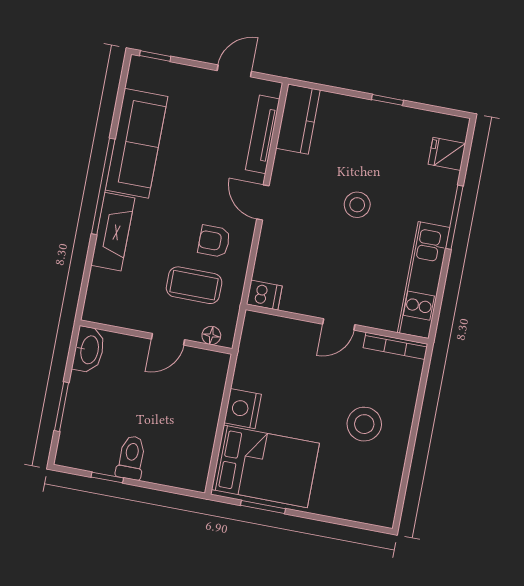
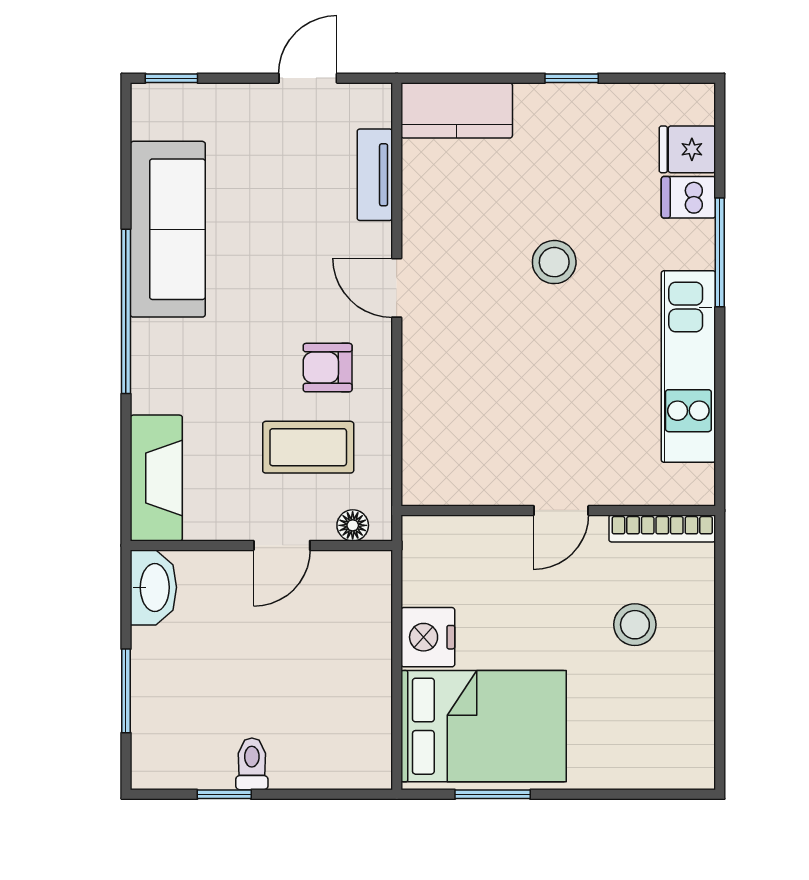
kitchen counter: (298, 119) -> (457, 110), moved, turned 90
tv unit: (263, 134) -> (375, 175), width x0.71
fireplace: (113, 232) -> (156, 478), moved
dishwasher: (264, 295) -> (688, 197), moved, turned 180
wall: (337, 324) -> (558, 510), moved
door: (339, 324) -> (561, 510), moved
bookcase: (395, 346) -> (662, 528), moved
stool: (364, 424) -> (635, 625), width x0.73, depth x0.73
toilet: (131, 458) -> (252, 764), width x0.73, depth x0.72

